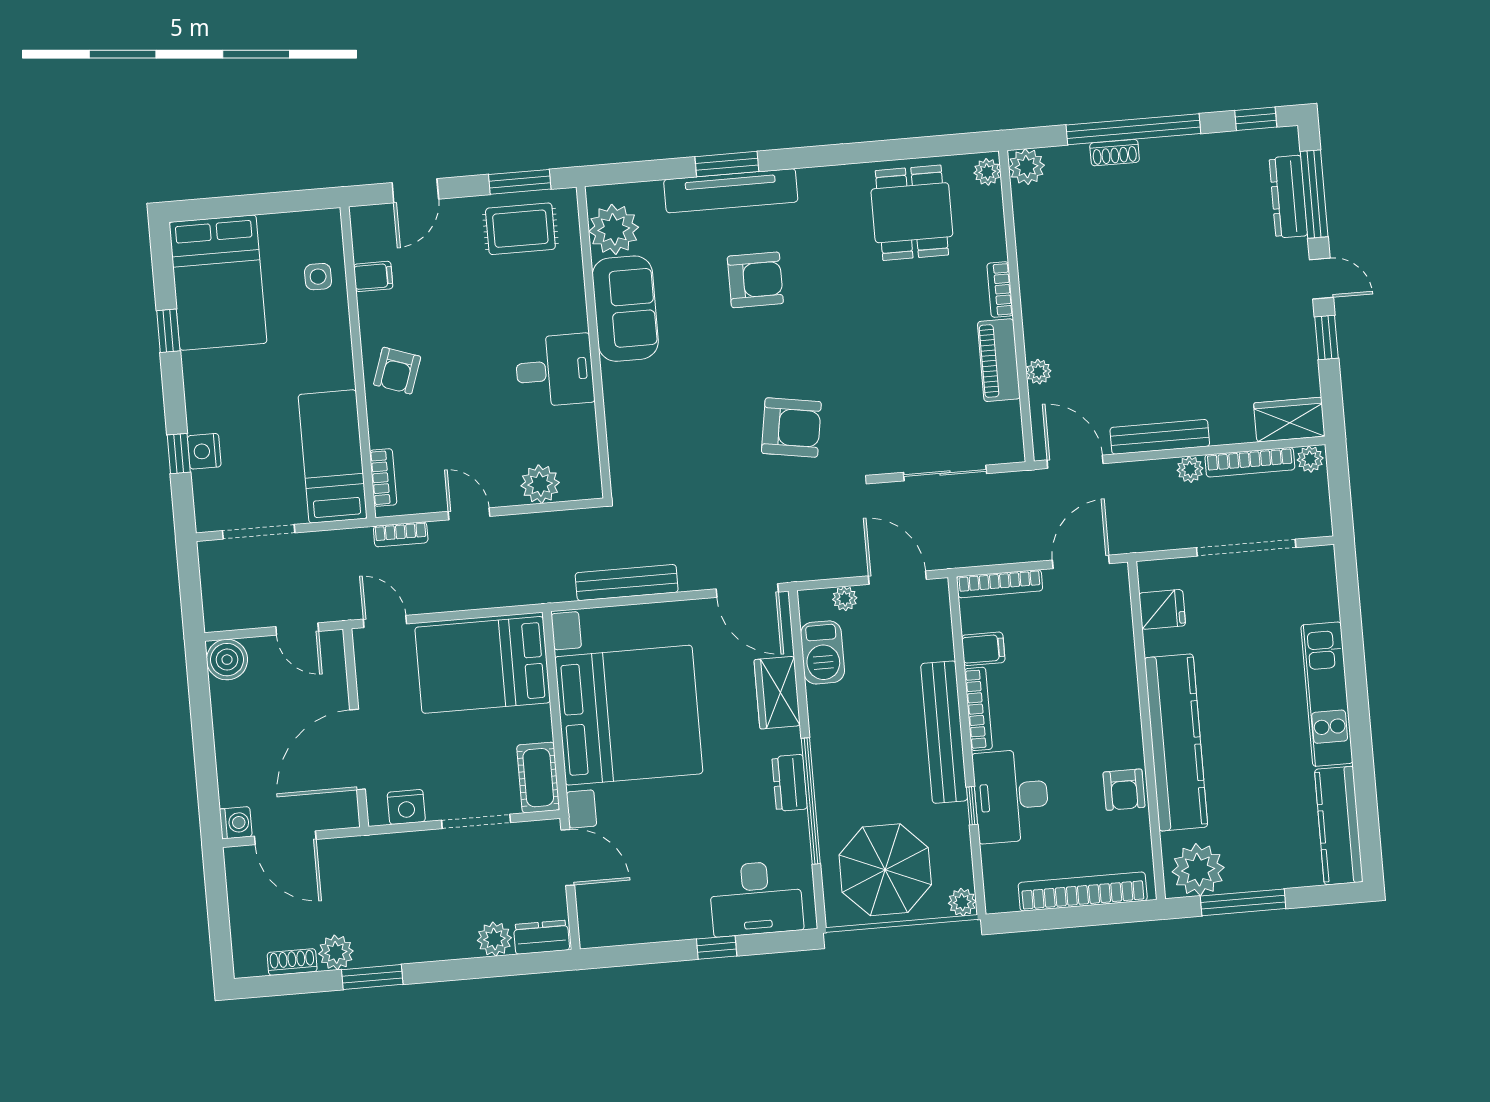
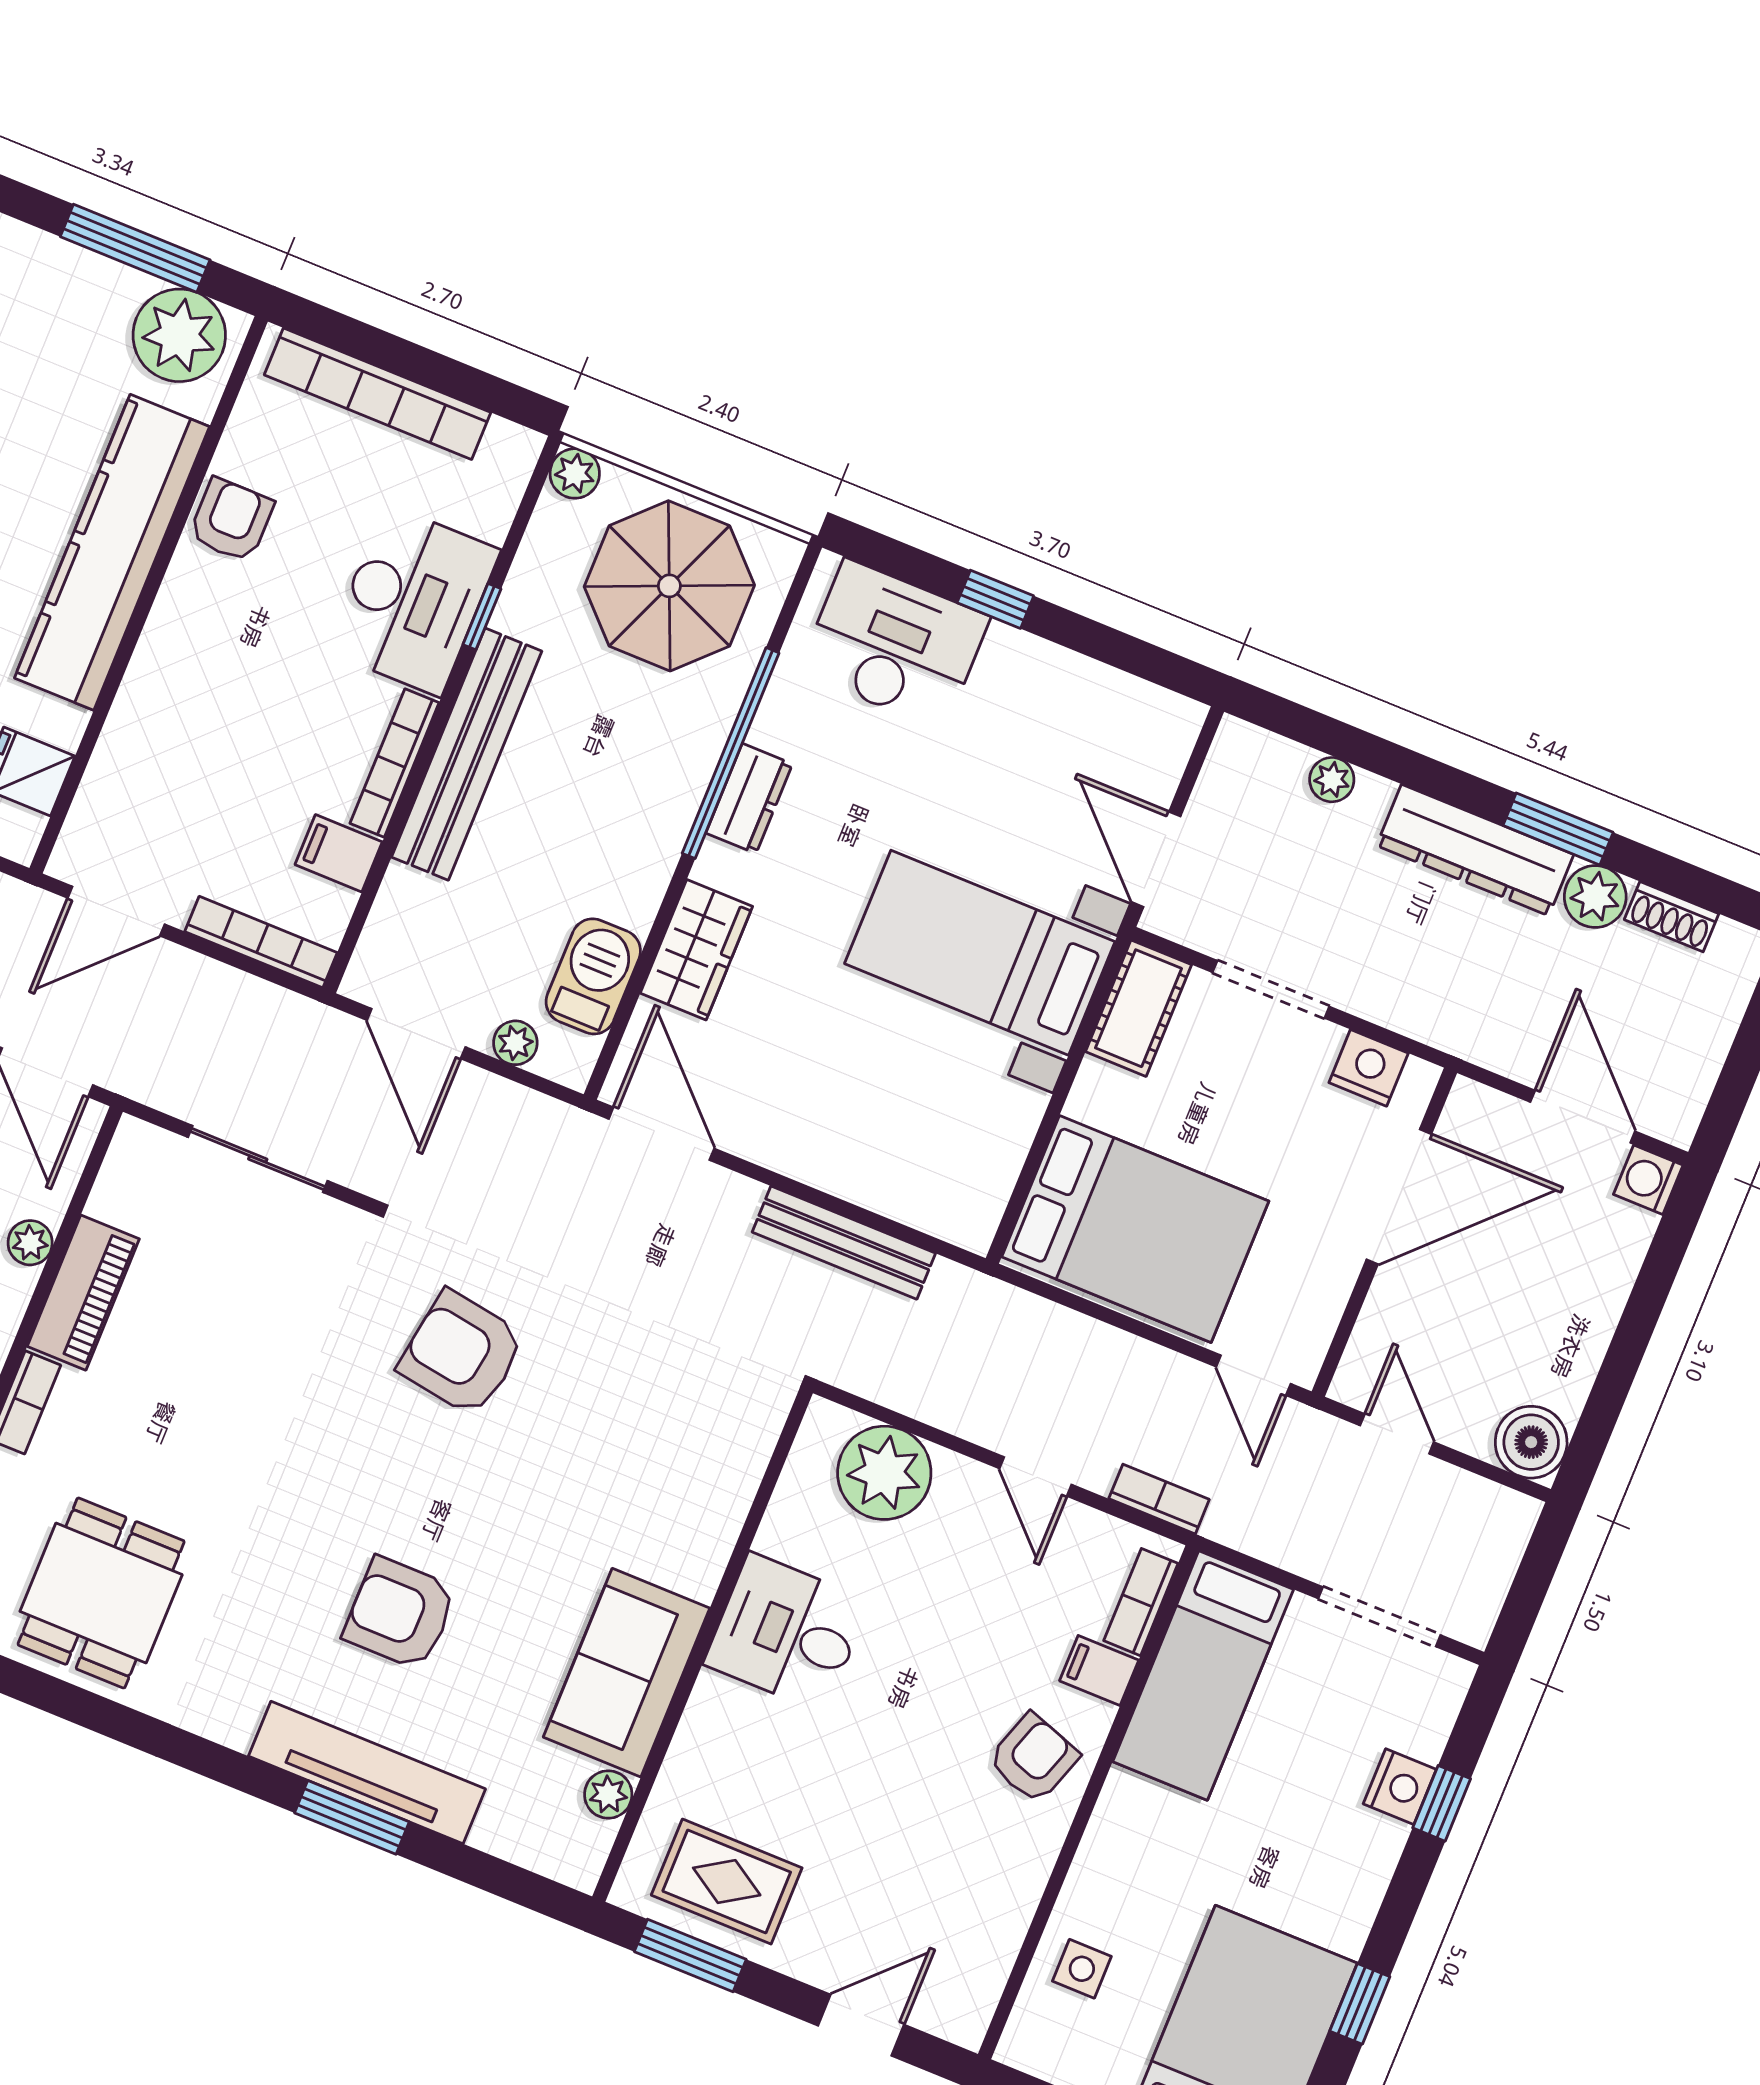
plant: (614, 229) -> (608, 1794), width x0.53, depth x0.53
filing cabinet: (373, 276) -> (1099, 1670), moved
plant: (540, 484) -> (884, 1473), width x1.36, depth x1.36
bed with nightstands: (629, 715) -> (980, 953), width x0.54
dresser: (541, 937) -> (1475, 850), moved, width x1.96, depth x1.24
plant: (494, 939) -> (1332, 780), width x0.73, depth x0.73

